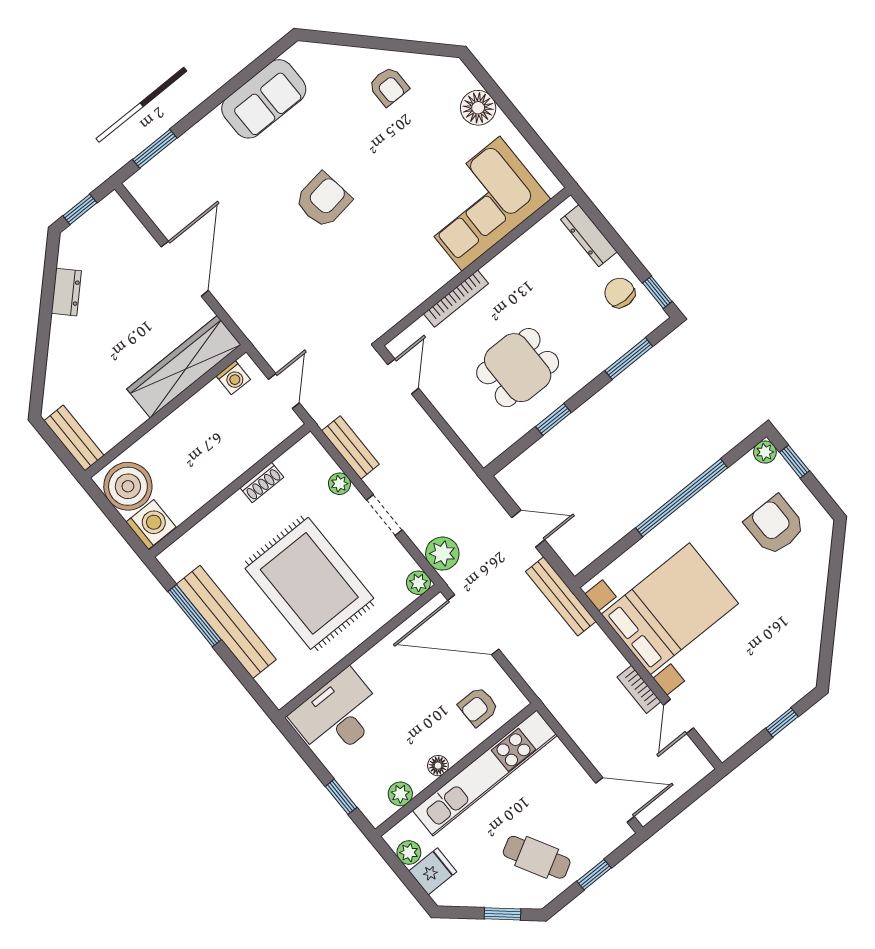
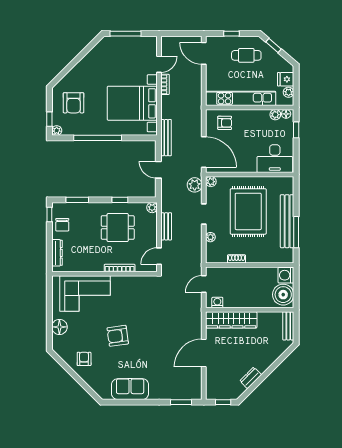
armchair: (323, 200) -> (118, 336), moved
bench: (350, 447) -> (166, 226), moved
plant: (485, 452) -> (152, 208), added
window: (782, 722) -> (126, 34), width x2.17
floor lamp: (438, 766) -> (286, 114), moved
cafe table: (537, 857) -> (246, 55), turned -61

